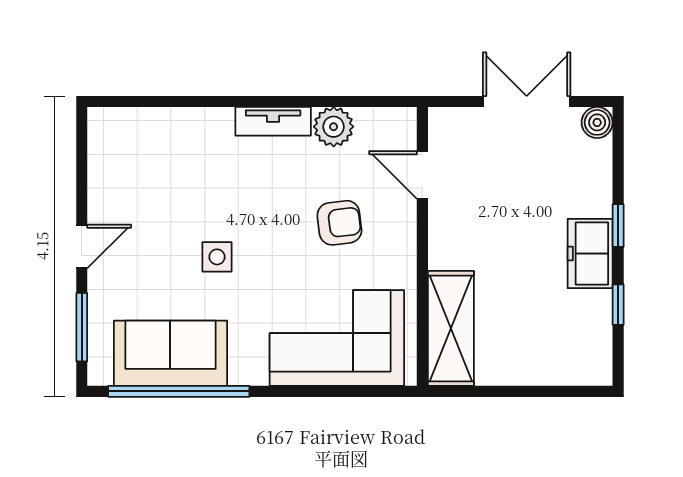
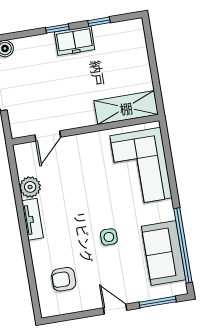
armchair: (339, 223) -> (64, 279), moved, turned -83

